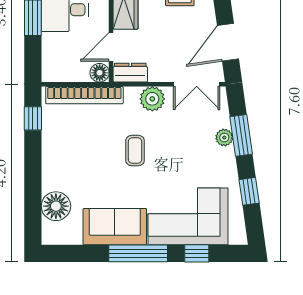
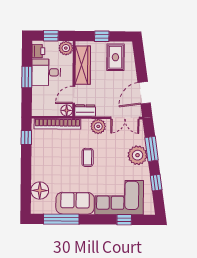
plant: (224, 138) -> (138, 155), width x1.88, depth x1.88
window: (138, 253) -> (61, 219), moved

